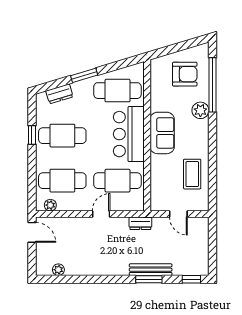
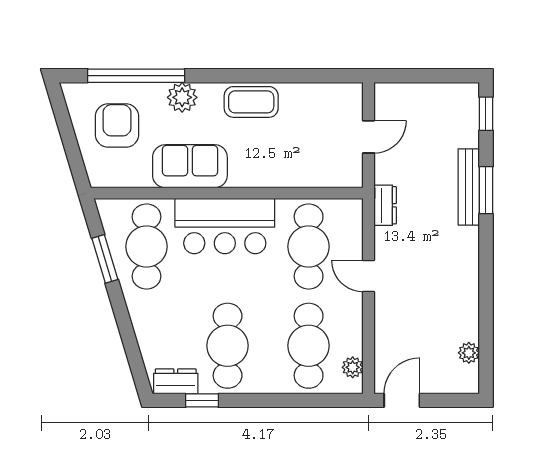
window: (84, 75) -> (105, 259), moved
dresser: (59, 94) -> (176, 381), moved, turned -73
sofa: (162, 133) -> (190, 166), moved
window: (32, 135) -> (202, 400), moved
coffee table: (192, 174) -> (251, 102), moved

